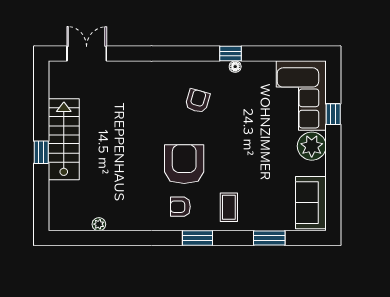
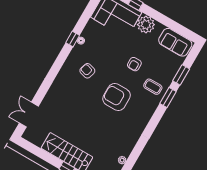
armchair: (180, 207) -> (134, 64), moved
window: (197, 238) -> (168, 98), moved

